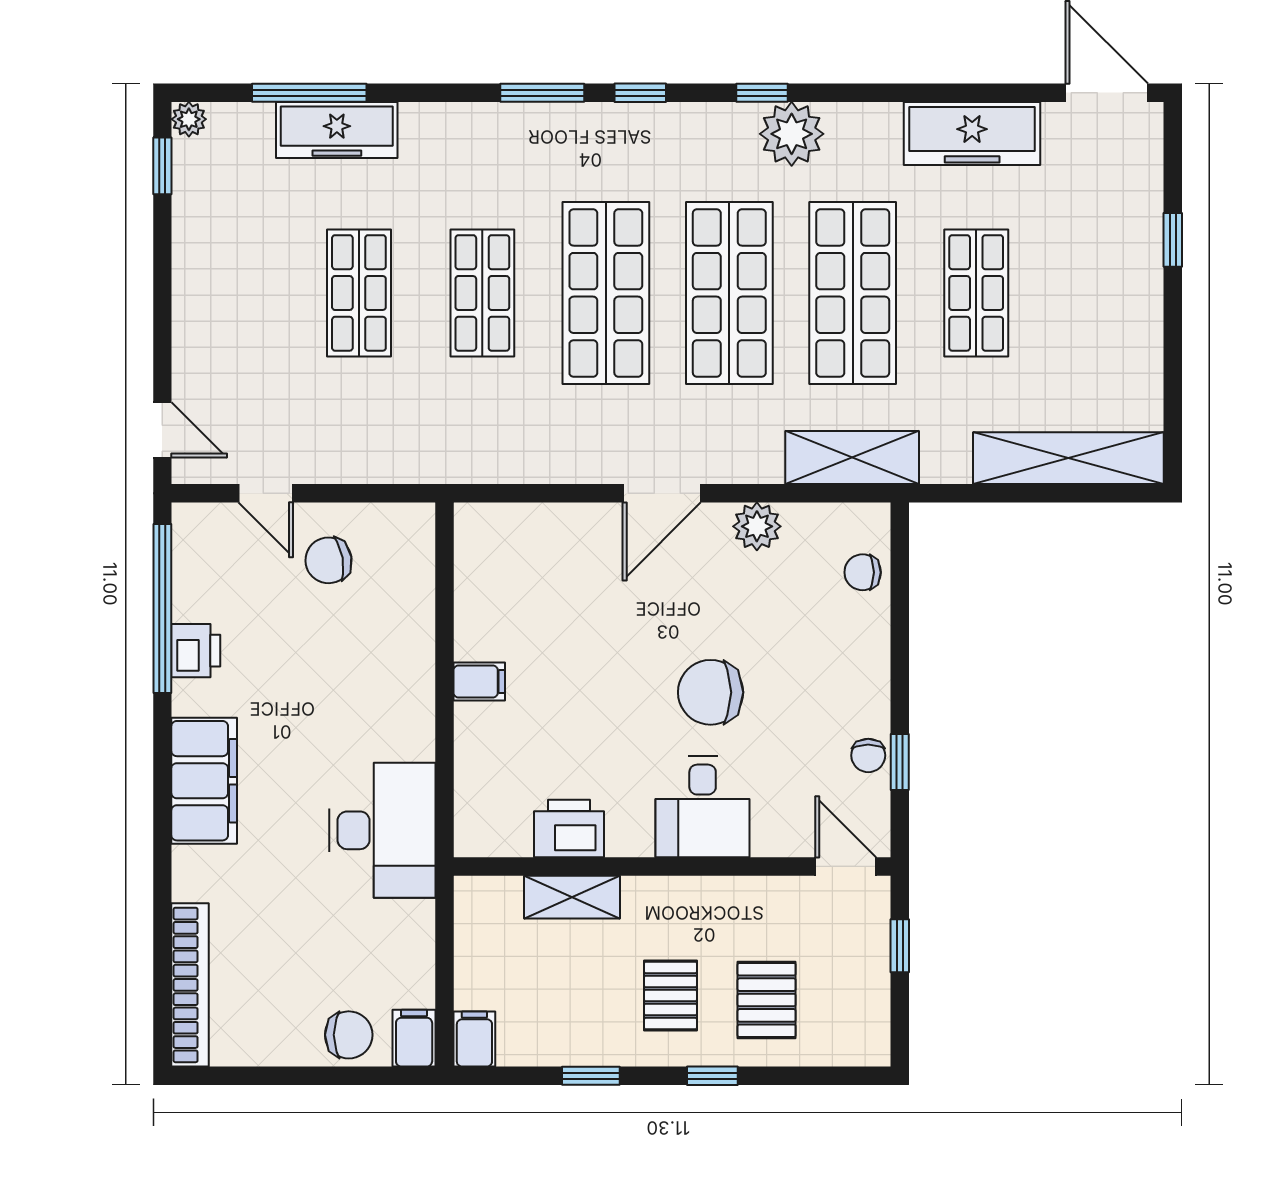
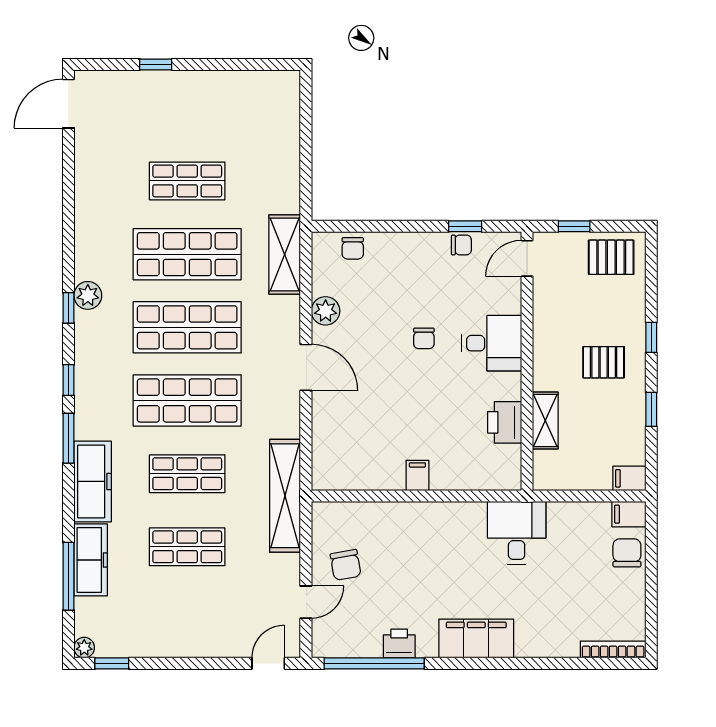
freezer: (972, 133) -> (93, 481), moved
plant: (792, 134) -> (88, 295), width x0.73, depth x0.73
shelving: (1068, 458) -> (285, 496), moved
chair: (711, 692) -> (424, 338), width x0.54, depth x0.54
desk: (382, 830) -> (517, 533), width x0.73
bookcase: (190, 985) -> (613, 650), width x0.68, depth x0.76
pallet: (767, 1000) -> (611, 257), moved

